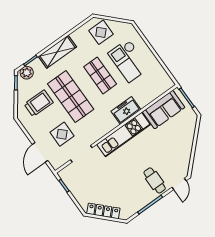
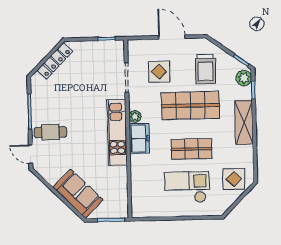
freezer: (126, 110) -> (139, 139), moved
sofa: (164, 110) -> (78, 194), moved, turned 135
plant: (104, 130) -> (135, 116), added
door: (40, 152) -> (172, 37), moved

